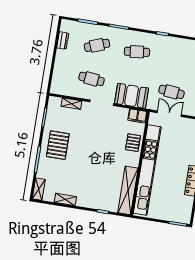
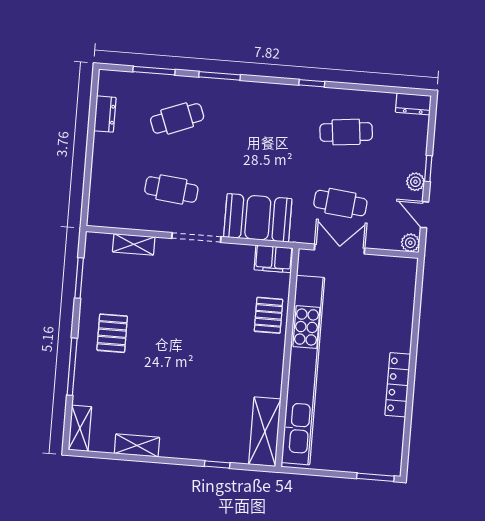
cafe table: (137, 52) -> (346, 132), moved
pallet: (58, 145) -> (112, 333), width x0.67, depth x0.71
shelving: (128, 190) -> (265, 432), width x0.68

